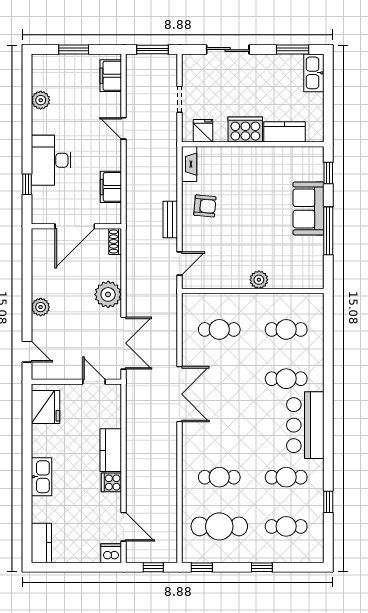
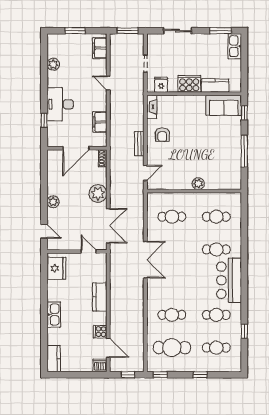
armchair: (205, 206) -> (162, 135), turned 85
sofa: (309, 208) -> (224, 105), moved, turned -90
cooker: (111, 482) -> (100, 332), moved

